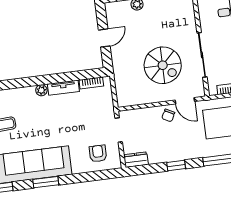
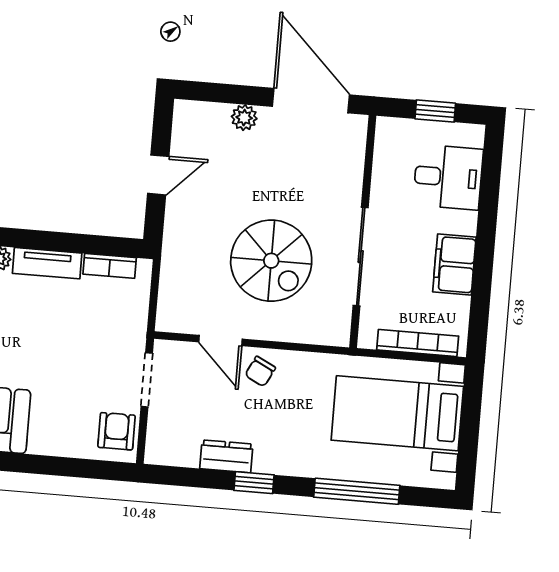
door: (185, 101) -> (220, 340), moved
armchair: (98, 154) -> (117, 431), moved
dresser: (136, 160) -> (226, 456), moved

